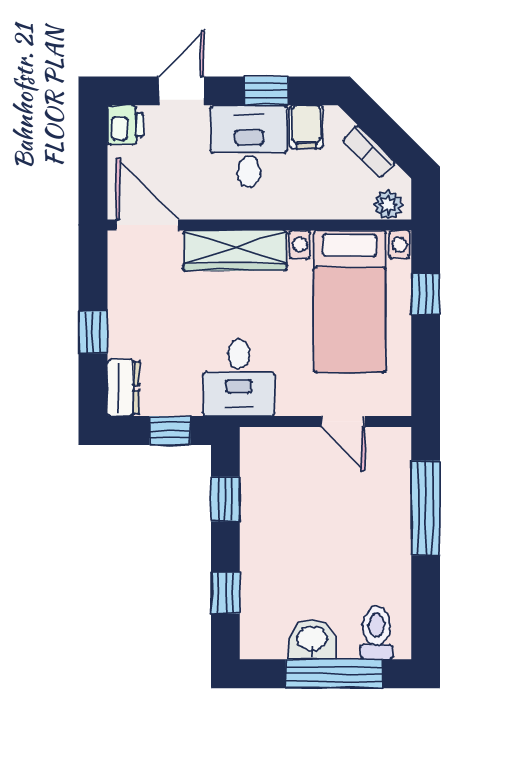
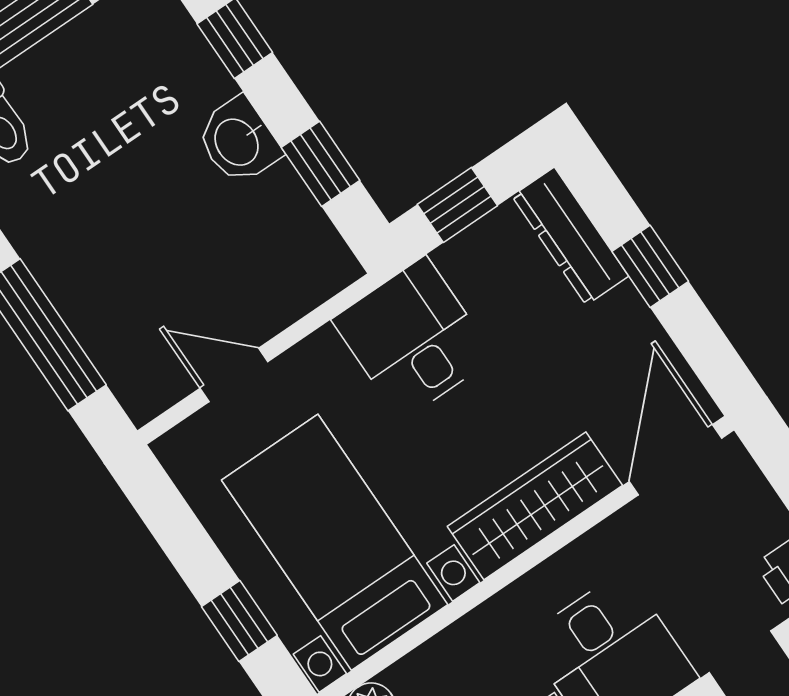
door: (147, 225) -> (675, 460), swing flipped
dresser: (123, 388) -> (570, 236), width x1.44
washbasin: (312, 640) -> (238, 141), moved, turned 90

